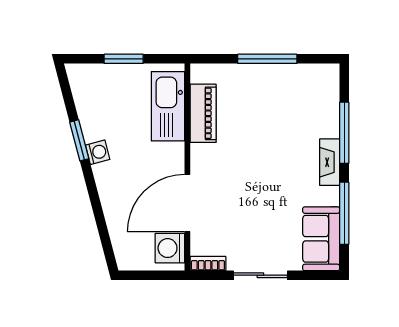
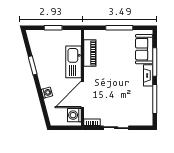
kitchen sink: (168, 106) -> (74, 62), moved
washing machine: (98, 152) -> (47, 93), moved
sofa: (321, 239) -> (144, 49), moved

